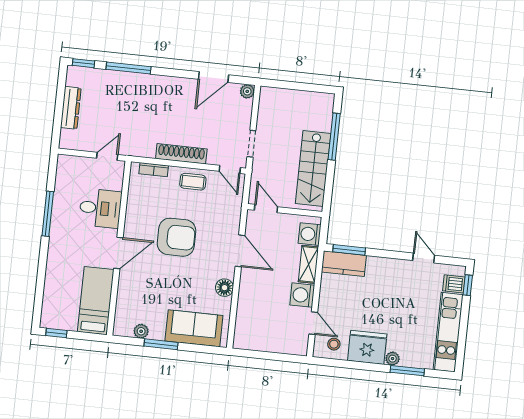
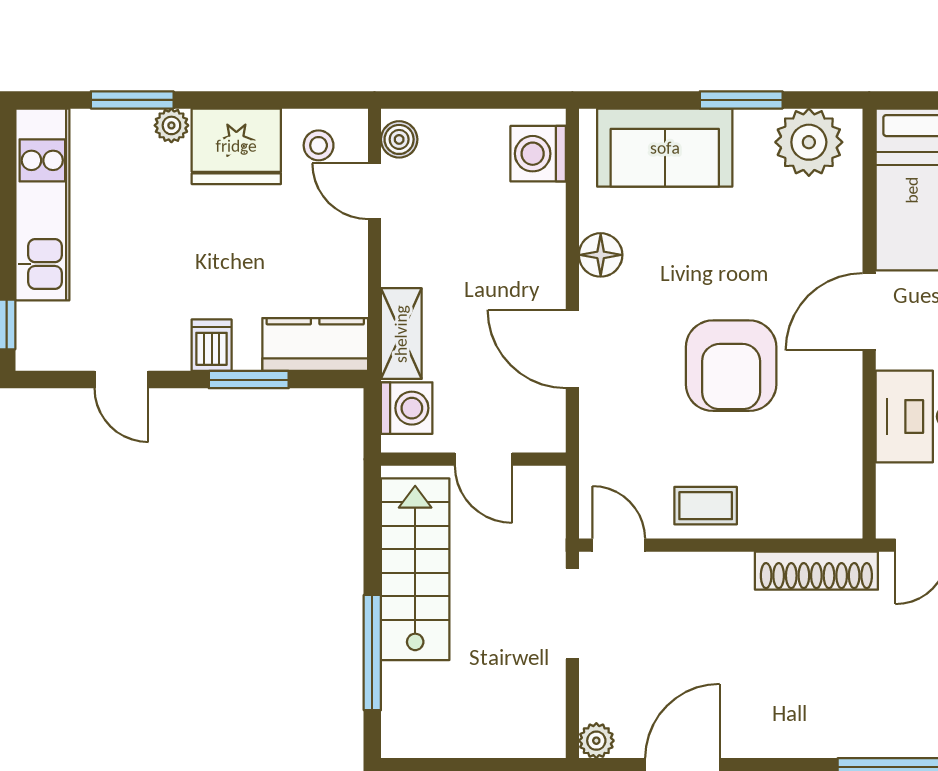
doorway: (251, 144) -> (572, 614), width x1.38
shoe rack: (181, 154) -> (816, 571), moved
bookcase: (154, 170) -> (805, 525), removed
door: (266, 209) -> (484, 459), moved
armchair: (177, 237) -> (731, 366), turned -90
window: (349, 250) -> (249, 380), moved
dishwasher: (454, 284) -> (212, 345), moved, turned -90
washing machine: (302, 295) -> (538, 154), moved, turned 180
plant: (141, 331) -> (809, 142), width x1.88, depth x1.88
boiler: (301, 343) -> (399, 139), added

